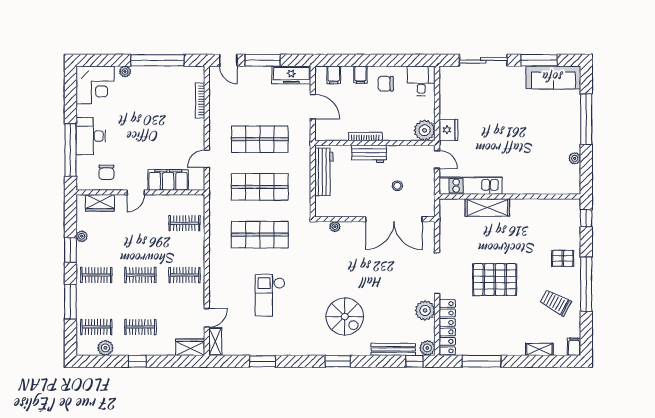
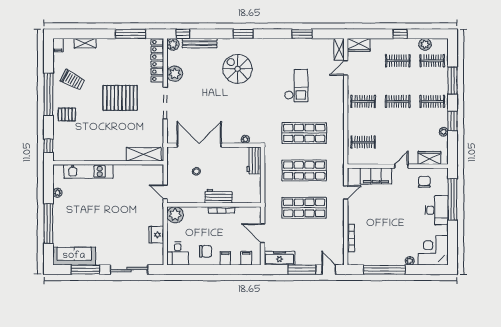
fridge: (448, 130) -> (156, 235), moved
workbench: (324, 172) -> (254, 160), moved, width x0.73
kitchen unit: (471, 186) -> (88, 171), moved
shelving: (487, 208) -> (144, 154), moved

